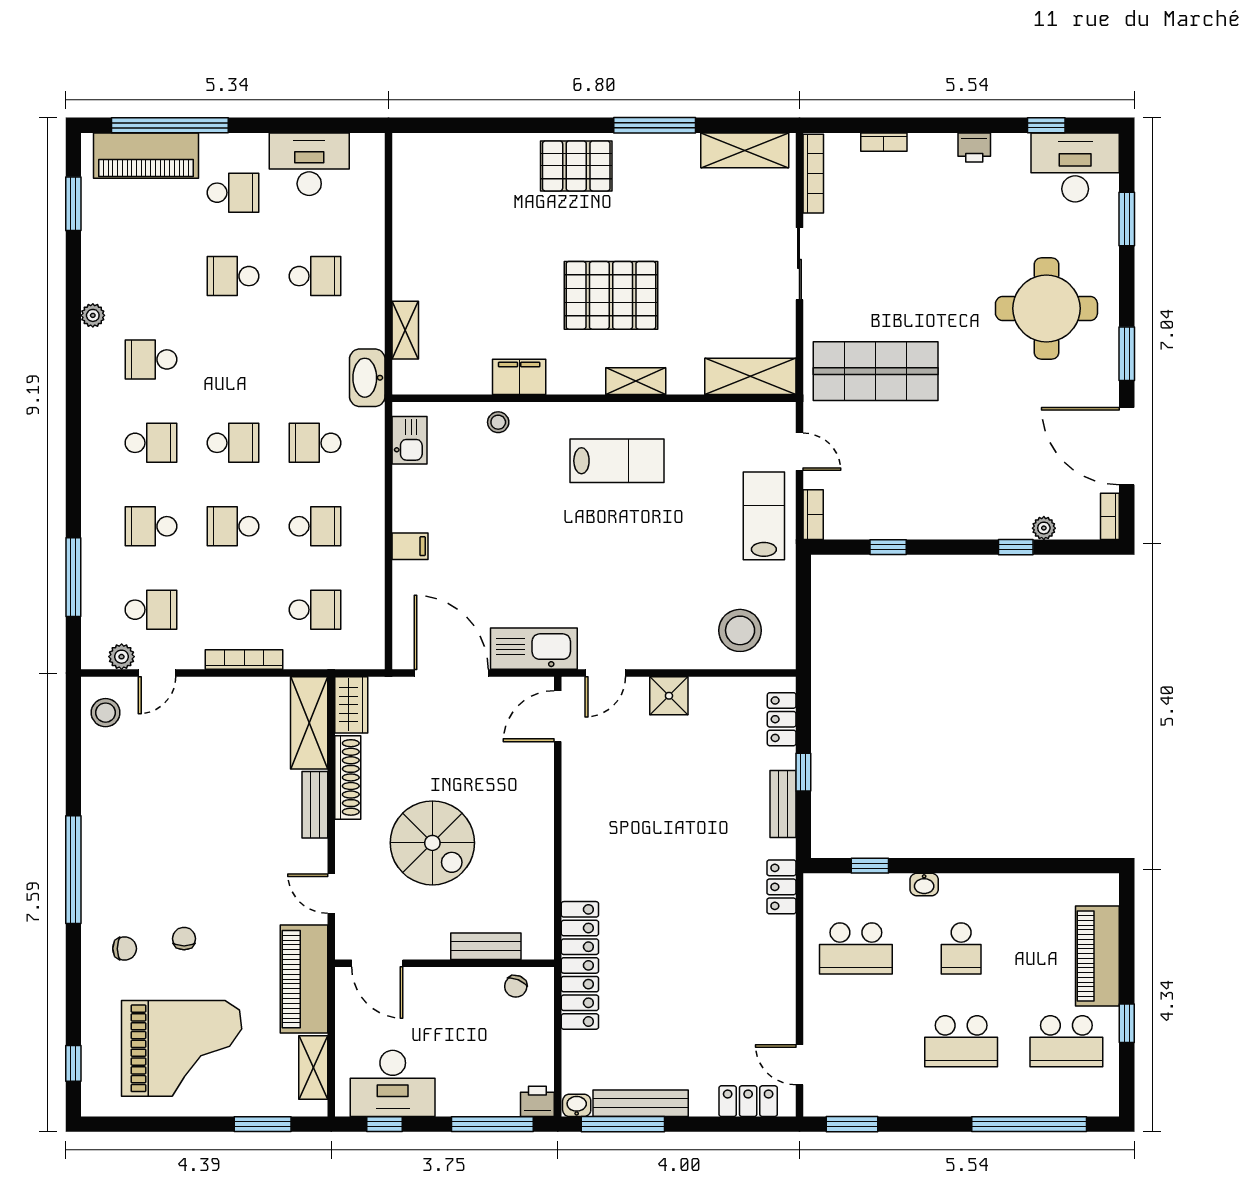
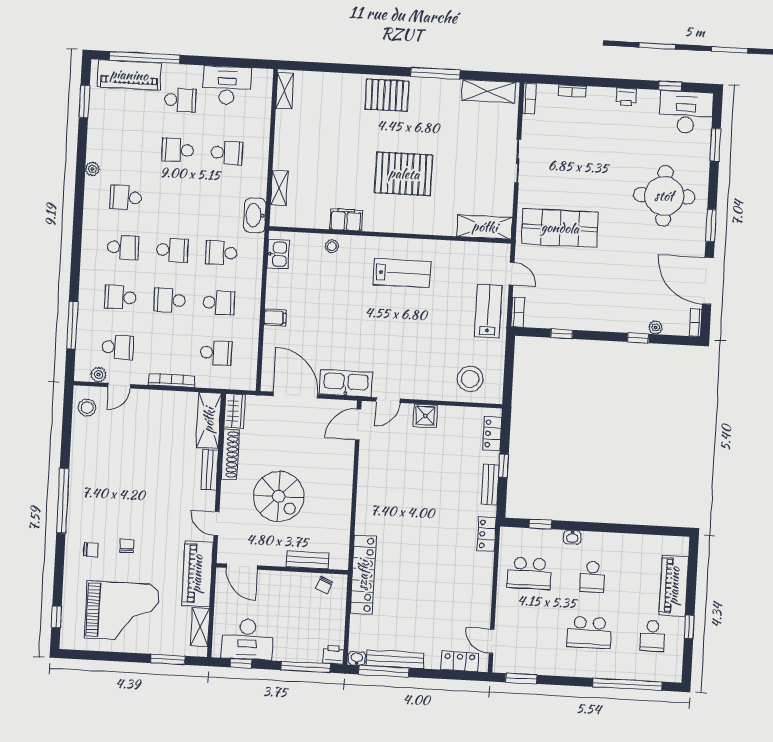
bookcase: (813, 174) -> (529, 99), width x0.64
shelving: (636, 381) -> (285, 91), moved, turned 90
school desk: (1066, 1041) -> (652, 636), width x0.54

